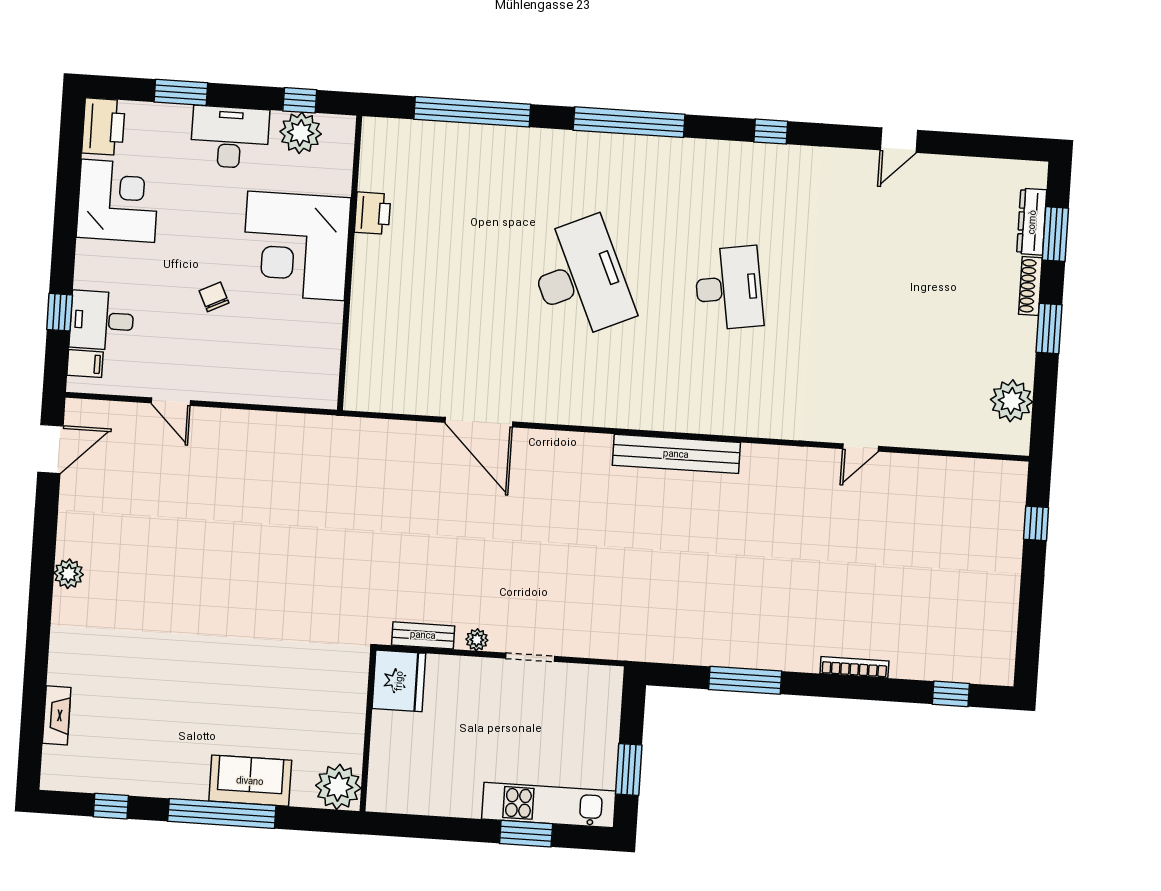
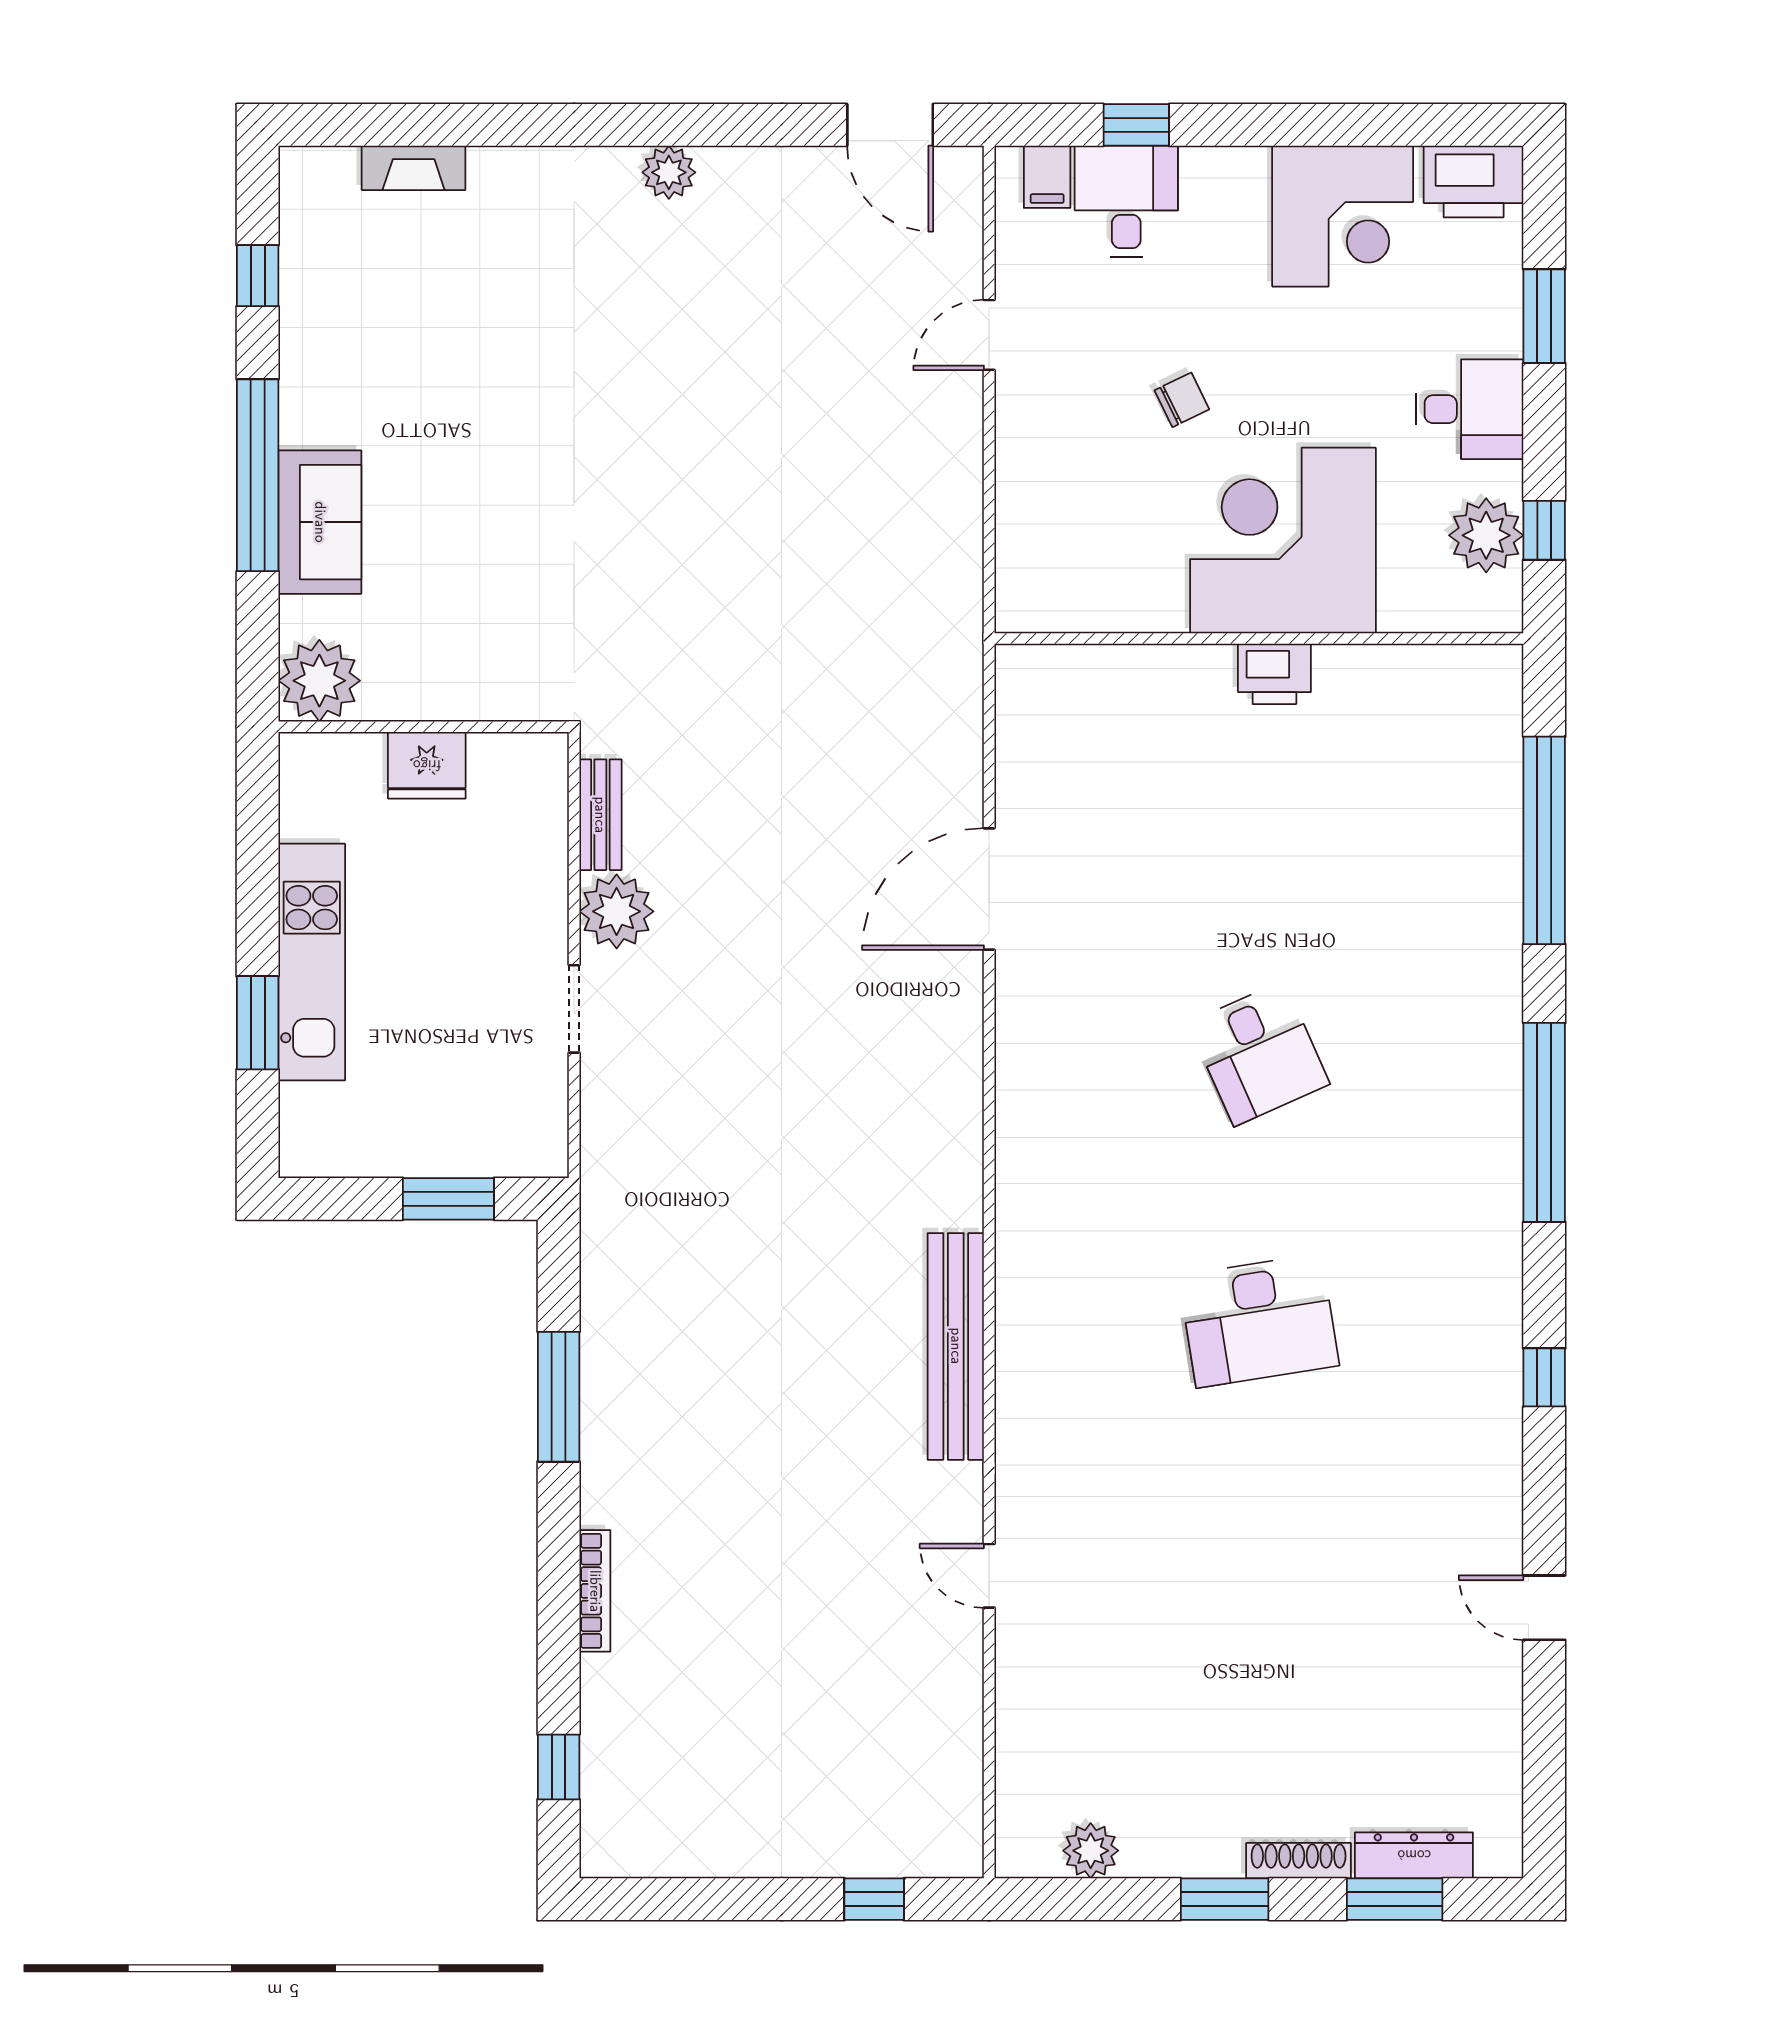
desk: (230, 137) -> (1470, 409), width x0.73
printer: (373, 213) -> (1274, 674), moved
desk: (580, 278) -> (1259, 1054), width x0.53, depth x0.77
plant: (1012, 401) -> (1091, 1851), width x0.73, depth x0.73
bench: (676, 454) -> (956, 1346), moved
plant: (477, 640) -> (617, 911), width x1.88, depth x1.88
fridge: (399, 681) -> (427, 765), moved, width x0.73, depth x0.75
window: (629, 770) -> (448, 1199), moved
kitchen unit: (549, 805) -> (312, 962), moved

